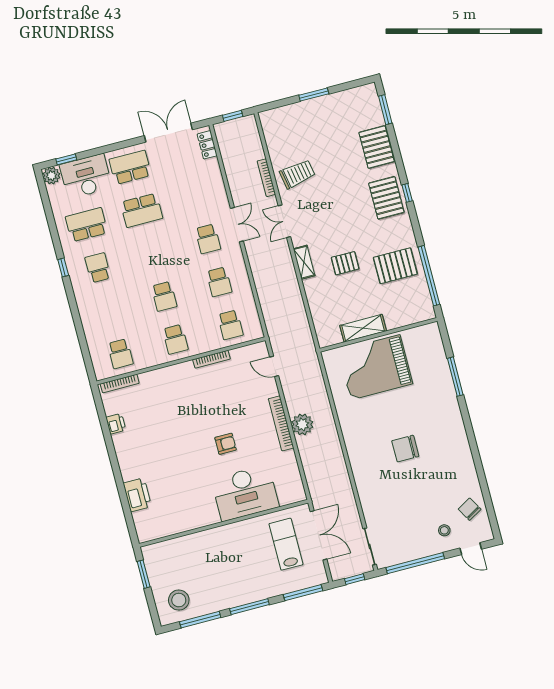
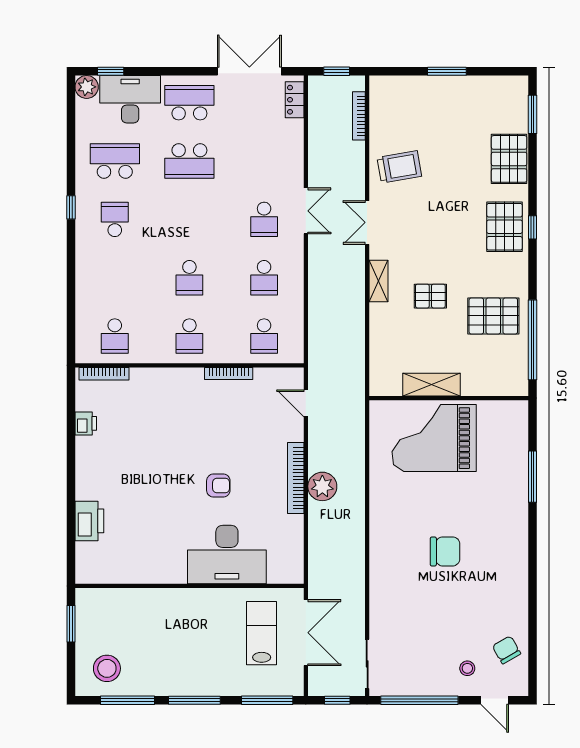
bookcase: (266, 178) -> (359, 116), moved
chair: (405, 449) -> (445, 551), turned 180

